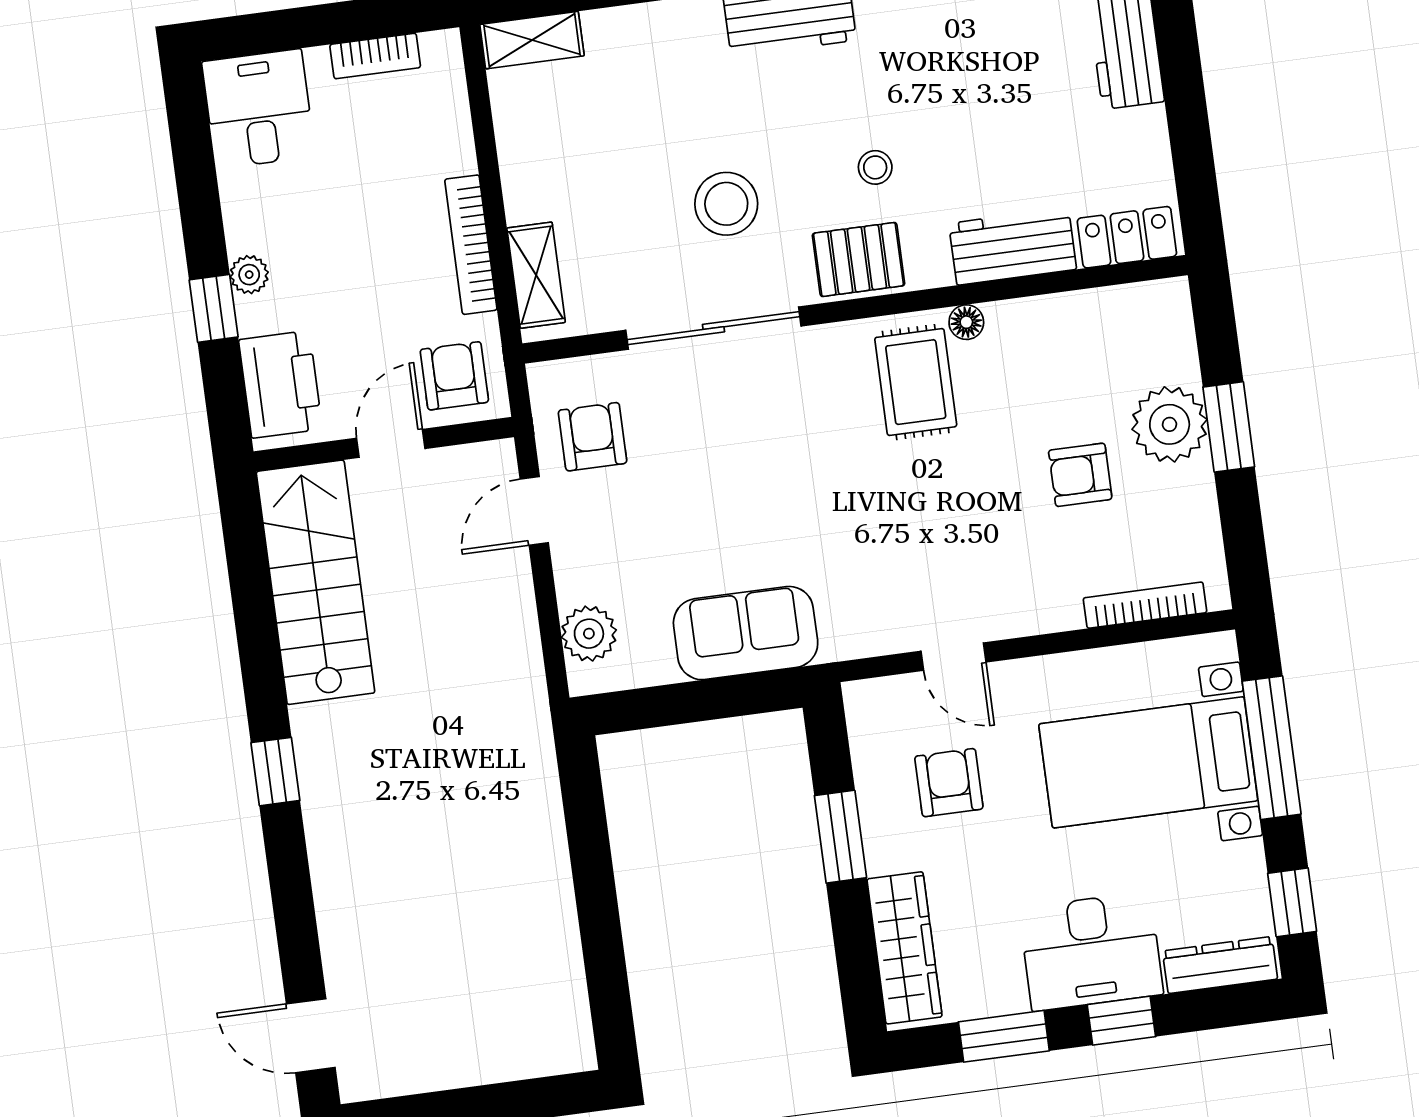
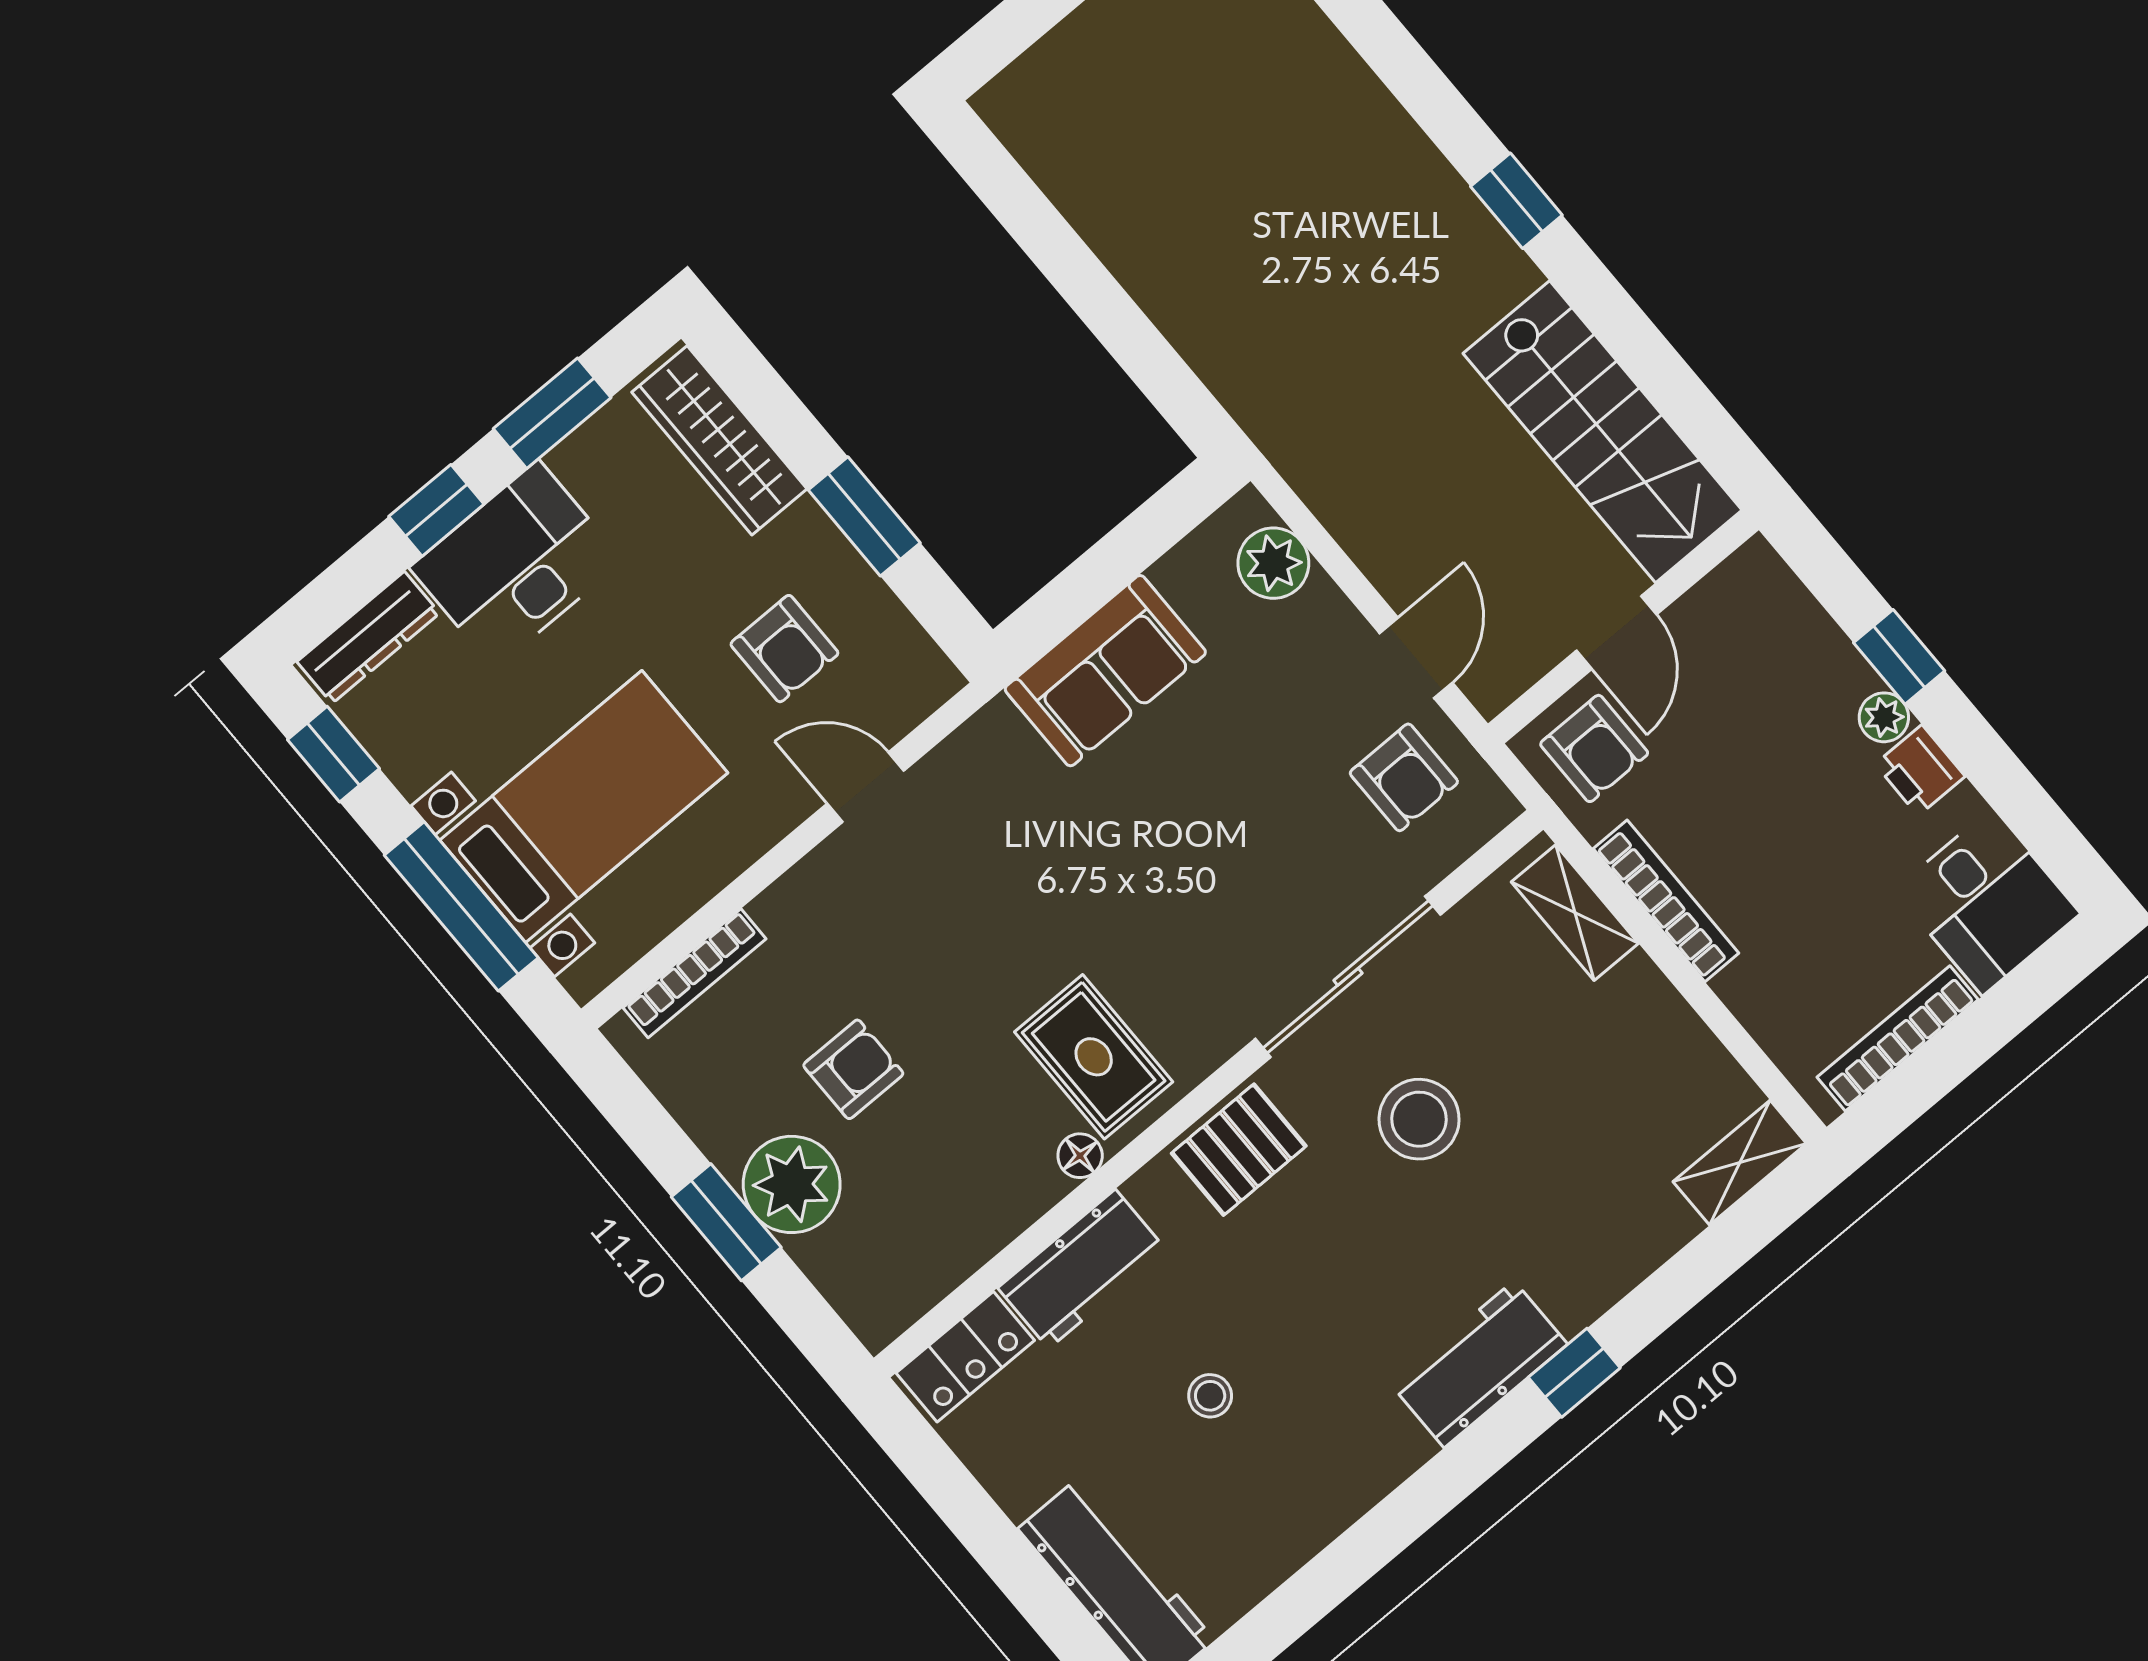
bookcase: (375, 56) -> (1898, 1038), width x1.56
stool: (875, 167) -> (1210, 1396), moved
printer: (281, 384) -> (1920, 770), moved, width x0.53, depth x0.68

